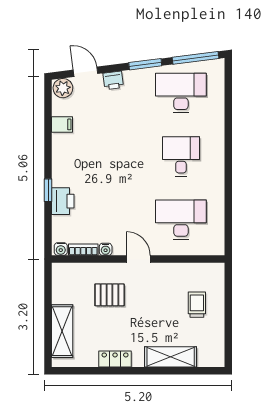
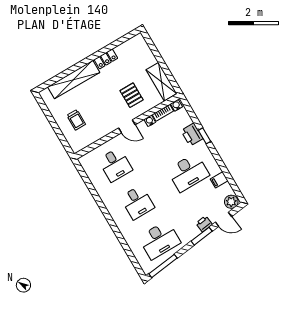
window: (145, 64) -> (202, 236), moved
desk: (95, 156) -> (188, 172), added
desk: (181, 220) -> (115, 165), width x0.73
pallet: (110, 295) -> (132, 95), turned 90
shelving: (62, 331) -> (161, 82), moved
shelving: (171, 357) -> (74, 80), width x1.47

